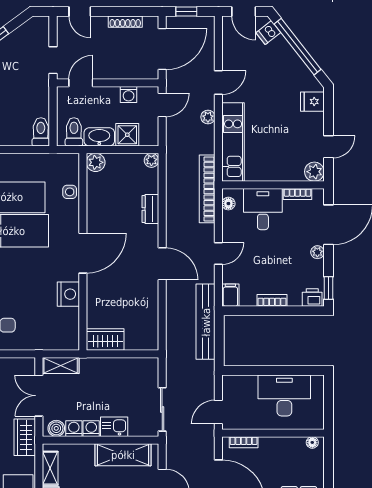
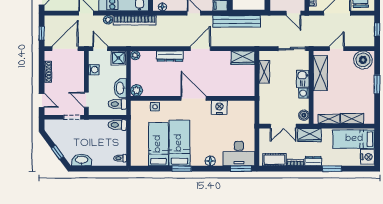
door: (80, 12) -> (42, 100), hinge flipped
door: (162, 49) -> (65, 49), hinge flipped
shower: (127, 135) -> (118, 58), moved
bookcase: (207, 189) -> (135, 20), moved
dresser: (150, 209) -> (170, 56), width x1.44
wardrobe: (105, 339) -> (243, 58), moved, turned -90
shelving: (61, 366) -> (264, 72), moved
washing machine: (74, 429) -> (304, 104), removed

